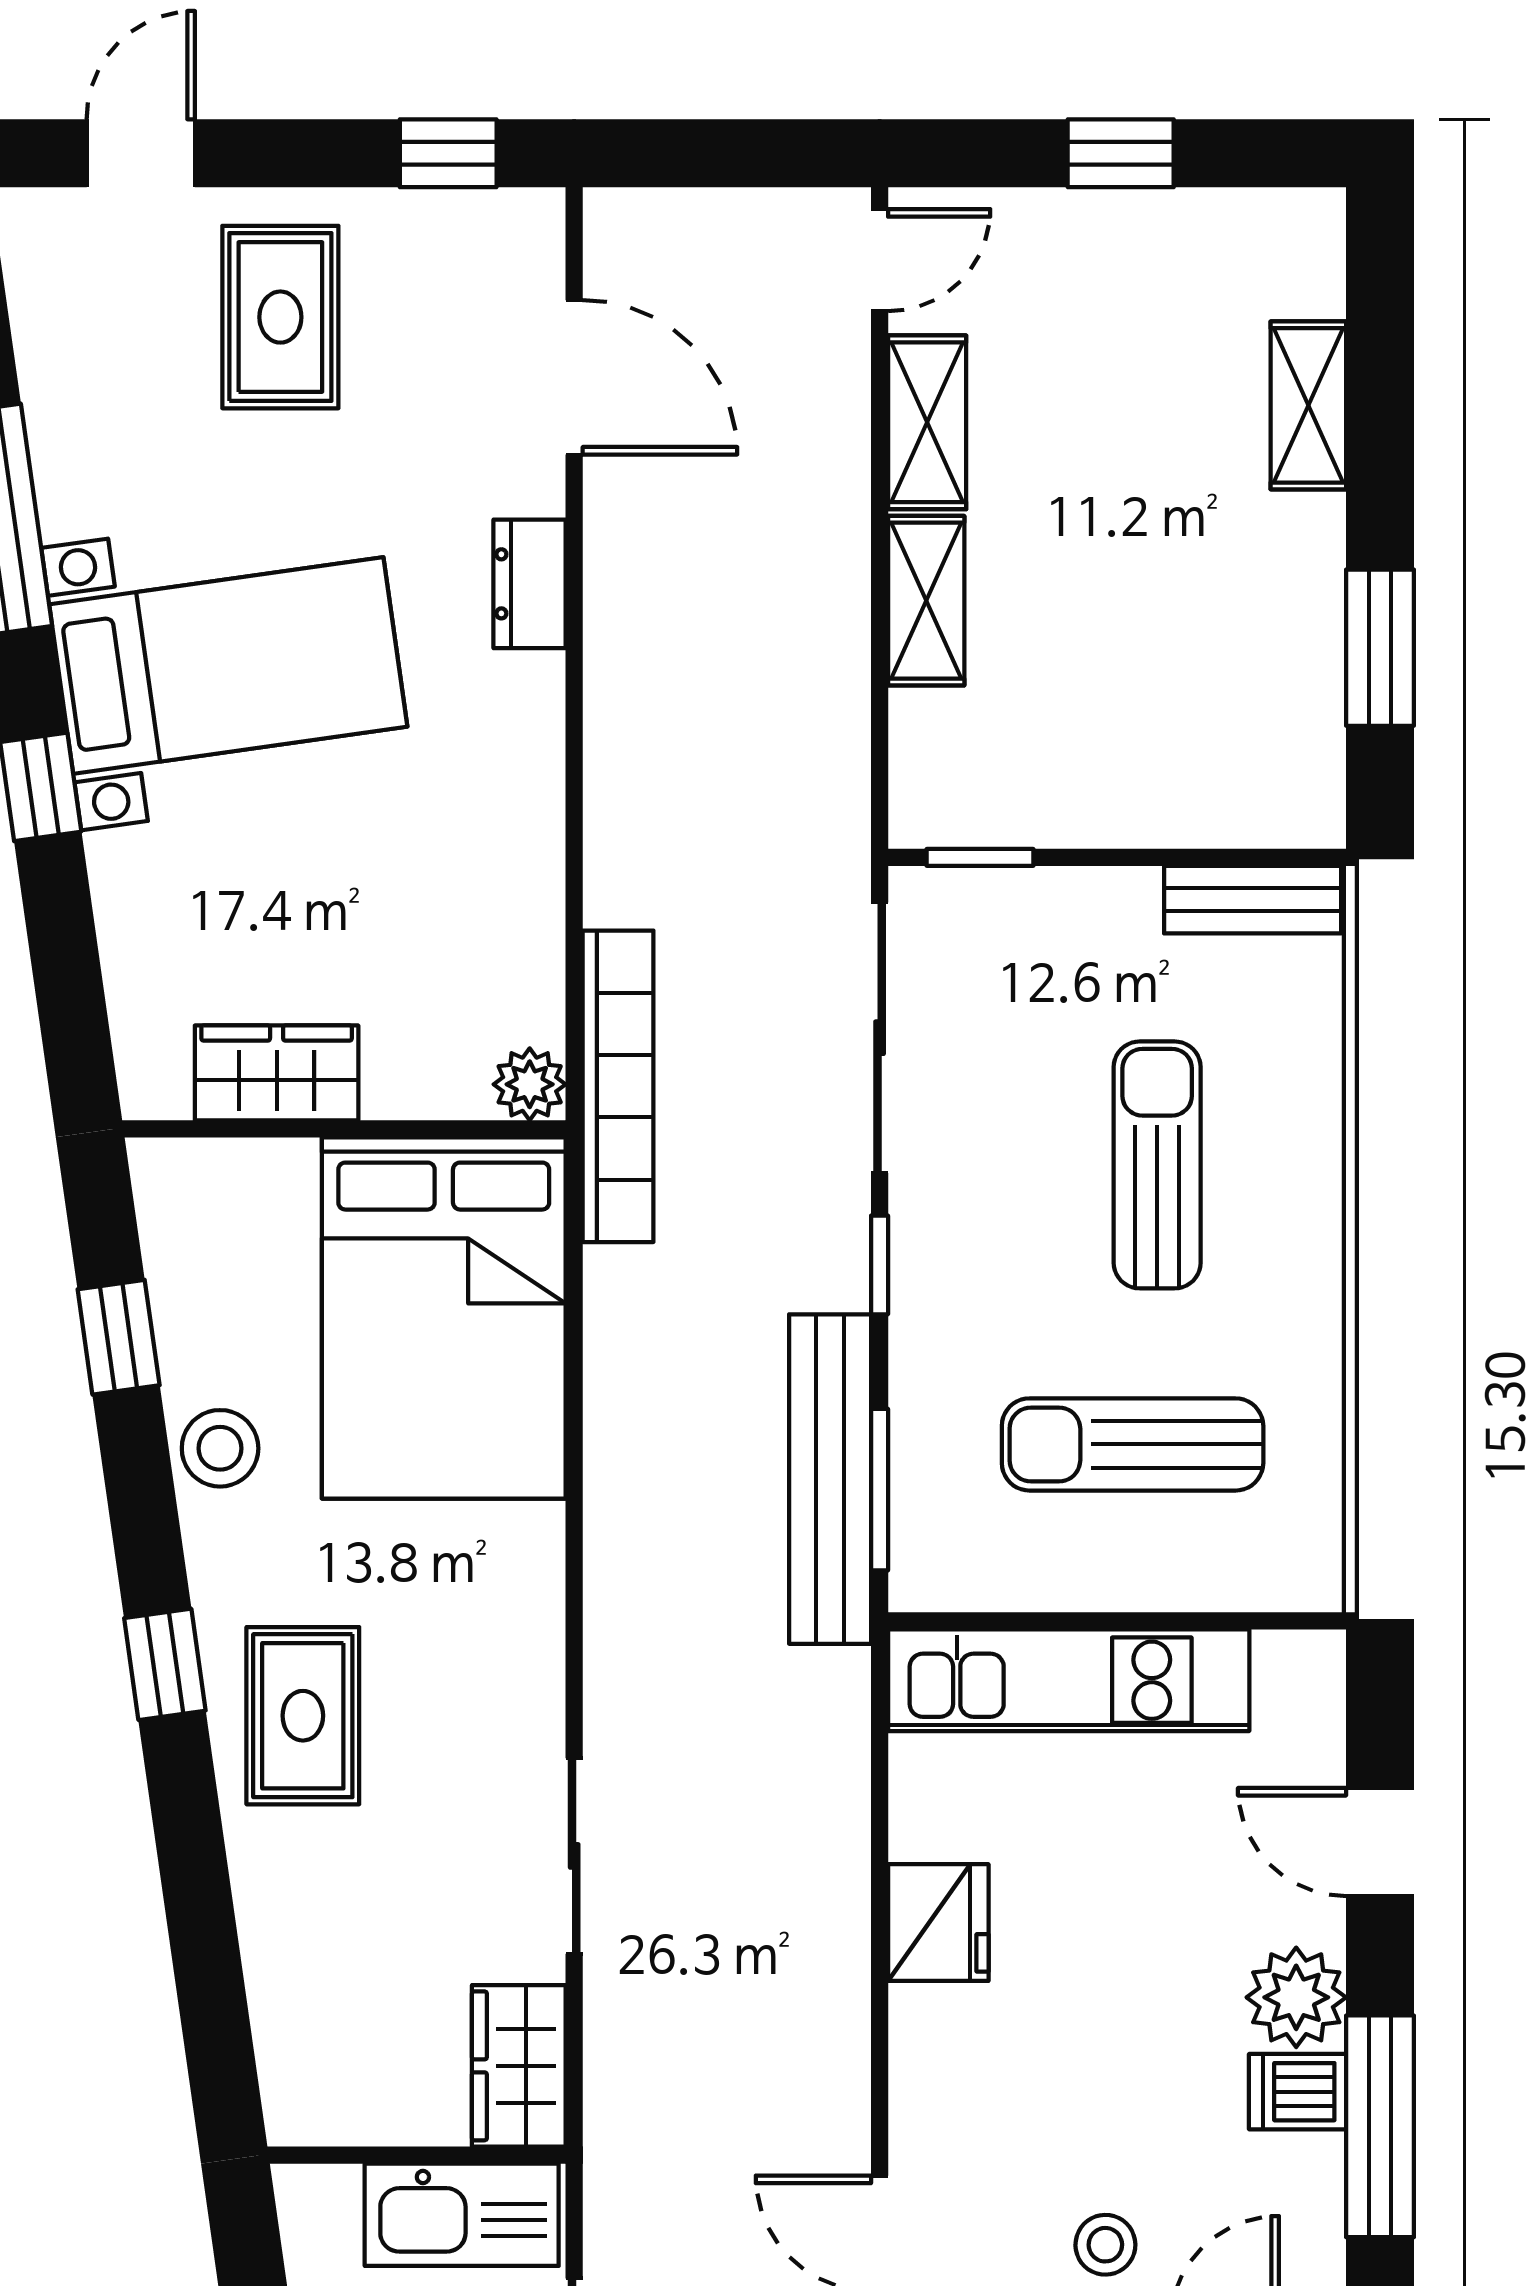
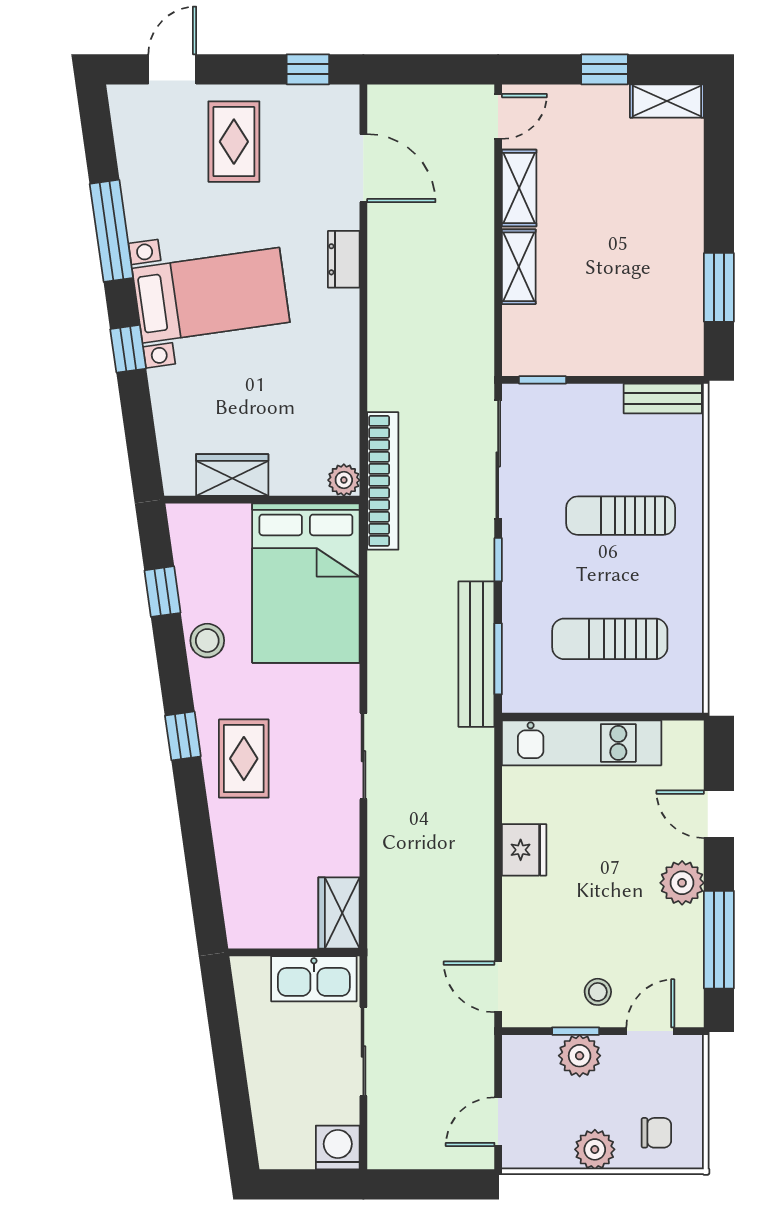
shelving: (1308, 405) -> (667, 101), moved, turned 90
sun lounger: (1157, 1165) -> (621, 516), turned -90
sliding door: (574, 1856) -> (363, 756), moved
dishwasher: (1298, 2092) -> (683, 924), removed

